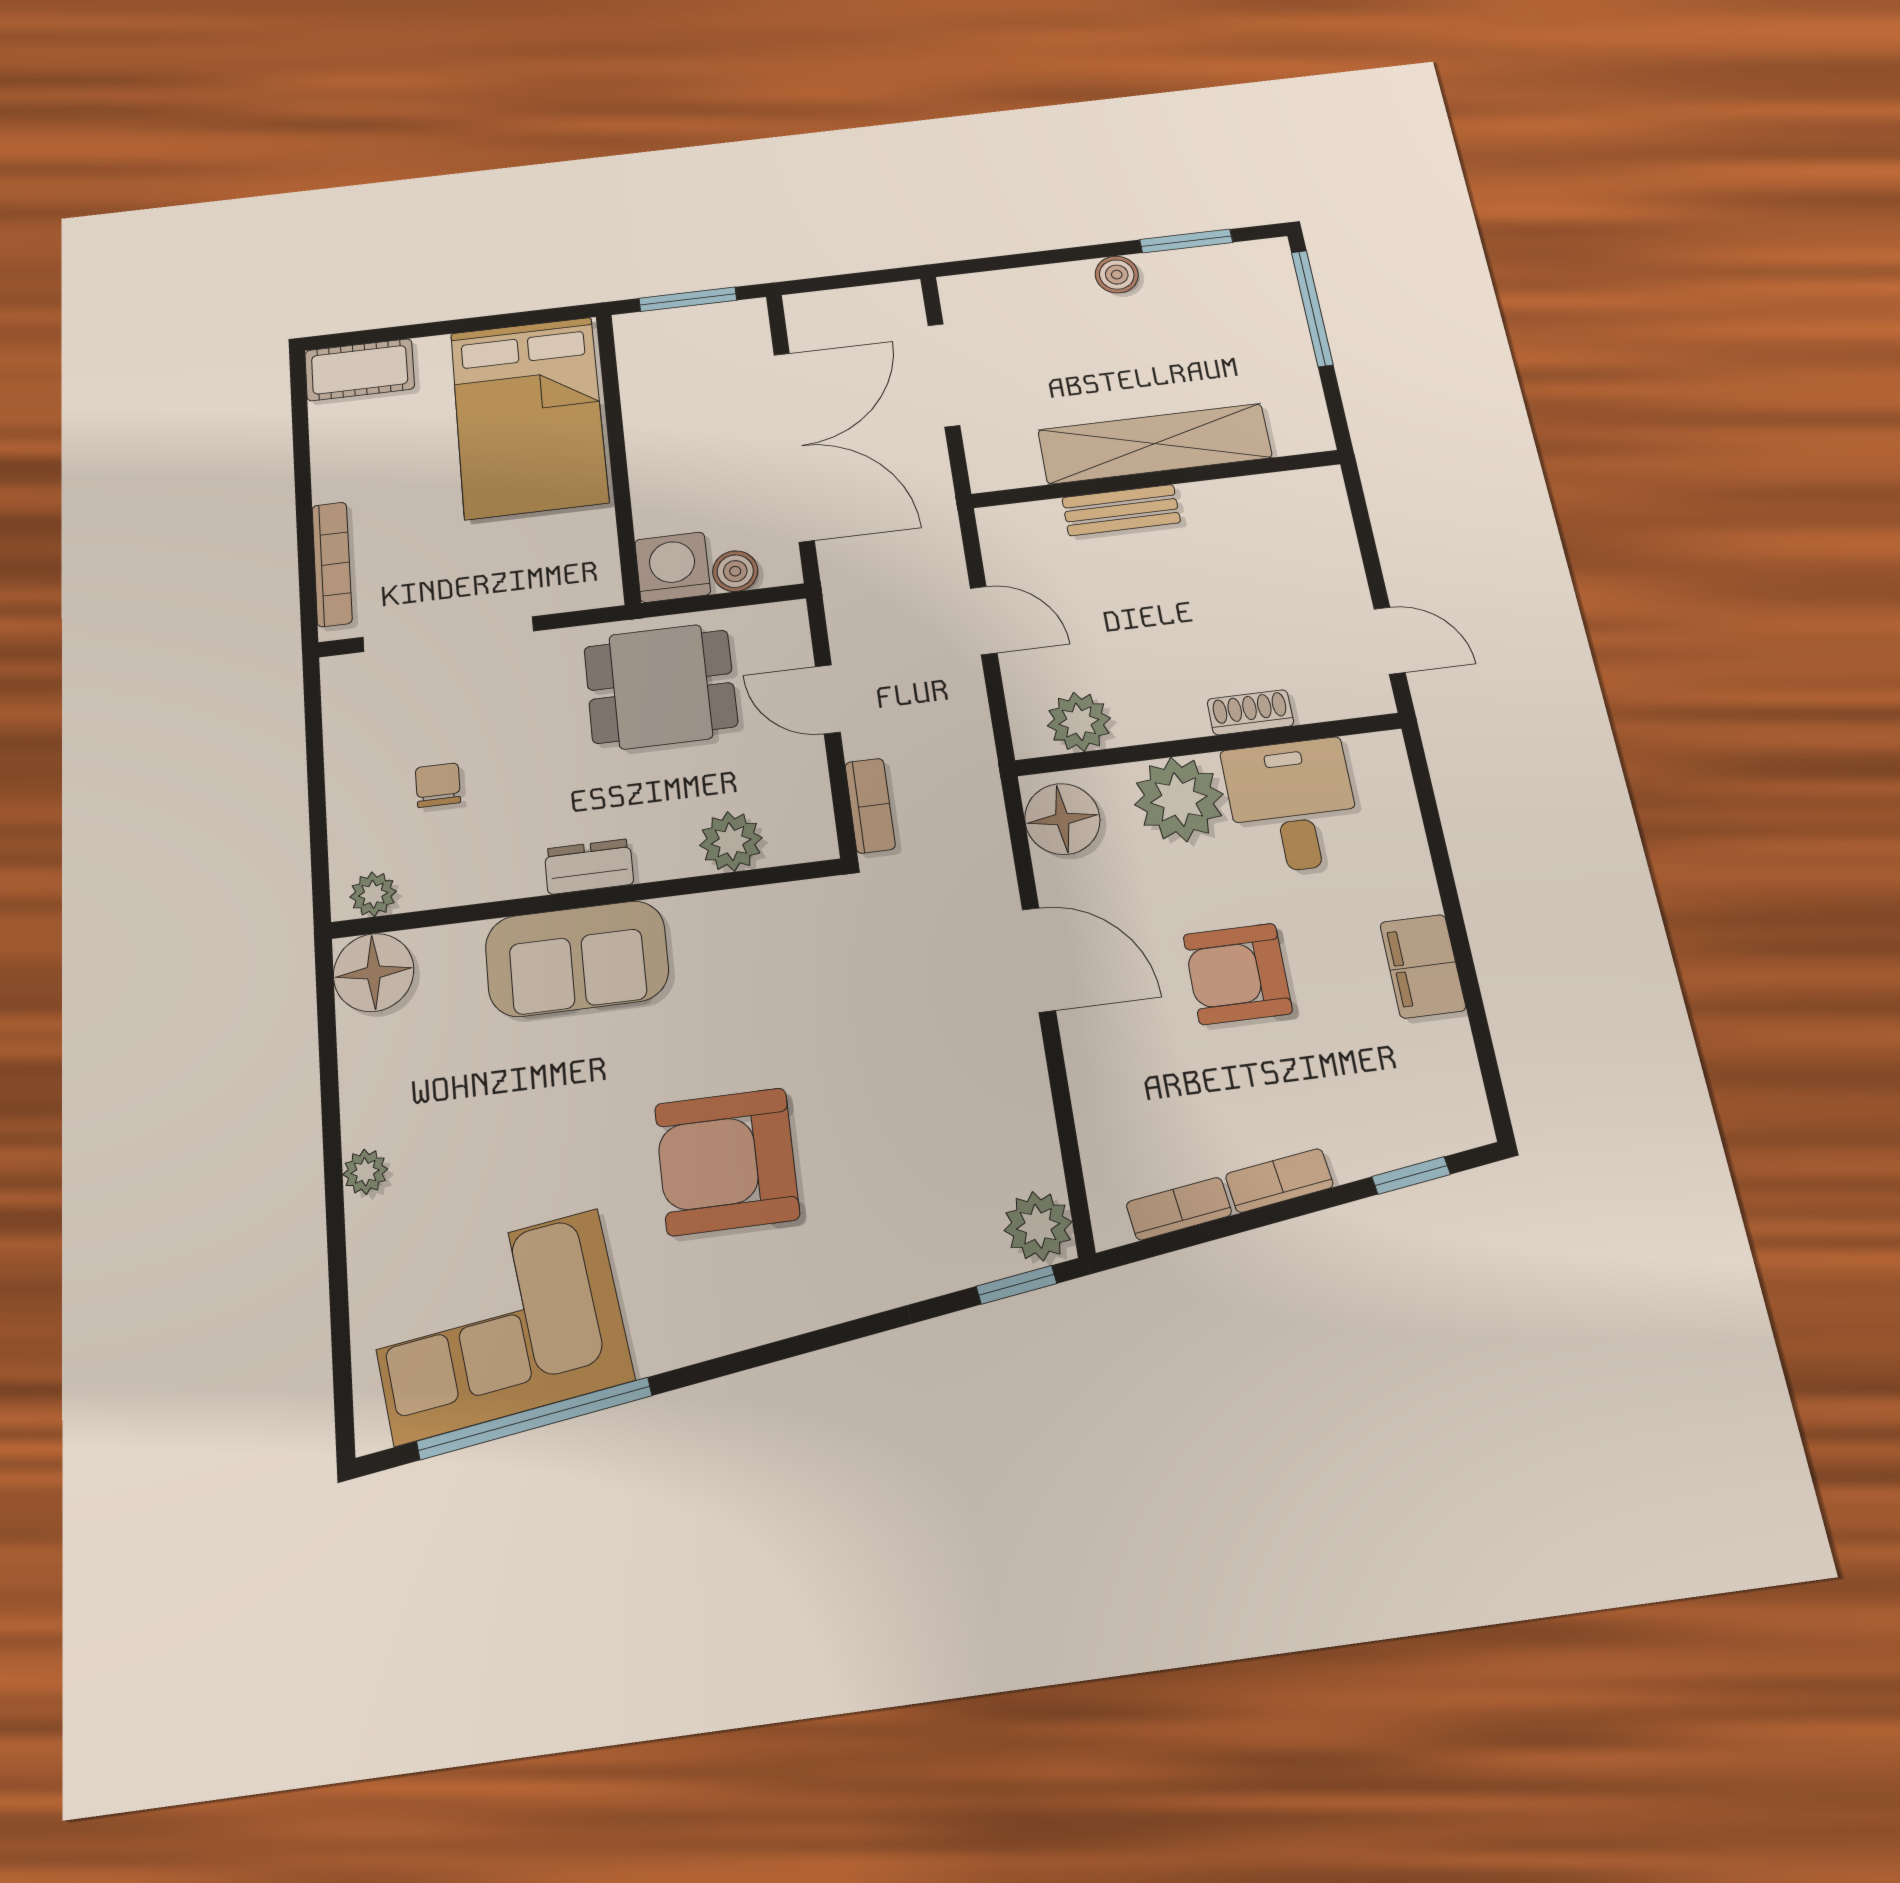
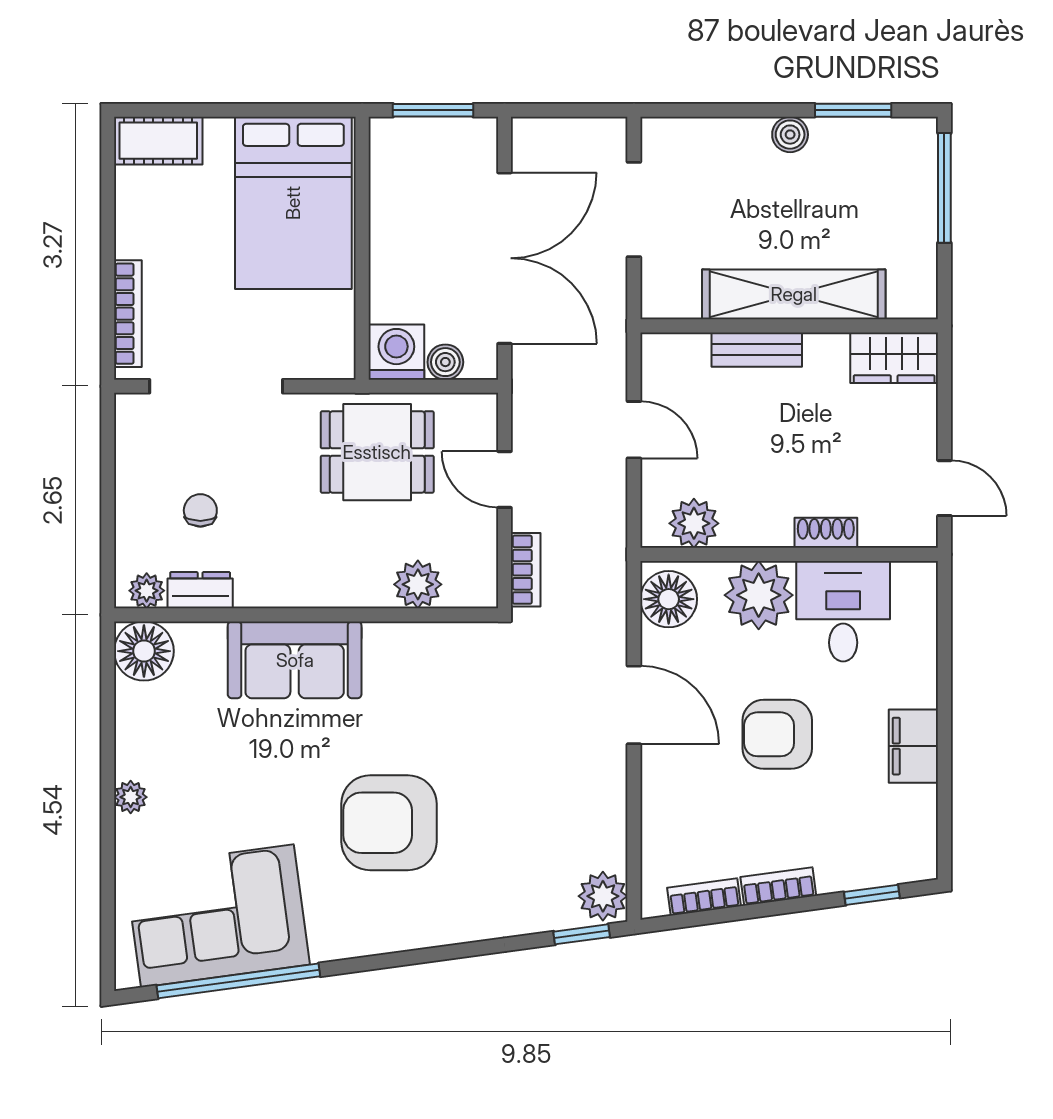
wardrobe: (1293, 499) -> (894, 358), added
dresser: (589, 867) -> (200, 590), moved

